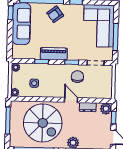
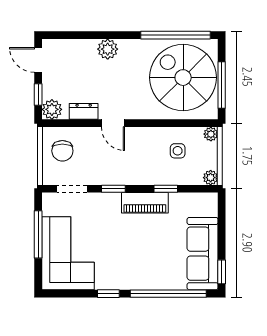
armchair: (55, 14) -> (144, 271), removed
chair: (77, 77) -> (62, 151), moved
spiral stairs: (43, 123) -> (183, 78), moved

